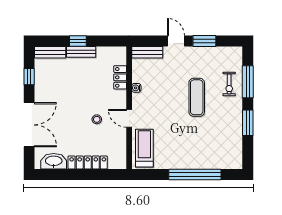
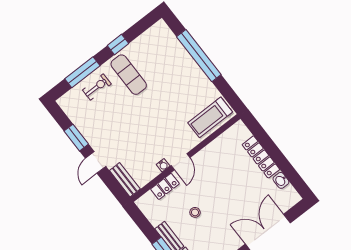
exercise mat: (197, 97) -> (129, 75), moved, turned 90
door: (129, 118) -> (181, 162), moved
stool: (97, 119) -> (195, 212), moved
window: (248, 123) -> (118, 44), width x0.67
washbasin: (54, 161) -> (281, 180), width x0.52, depth x0.69

